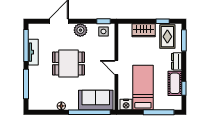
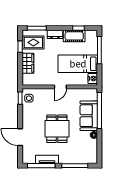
plant: (80, 30) -> (28, 118), removed
sofa: (96, 100) -> (89, 116), moved

